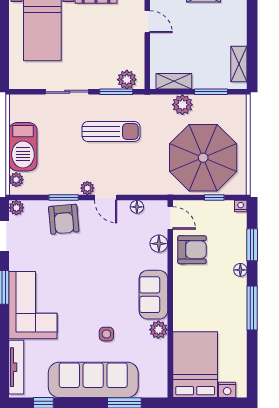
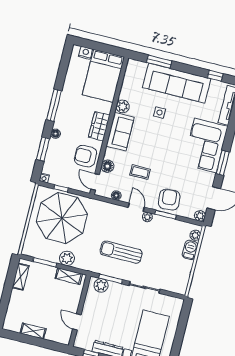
barbecue: (23, 147) -> (190, 250), width x0.53, depth x0.65
coffee table: (113, 247) -> (140, 172), added
wardrobe: (184, 295) -> (99, 126), added

